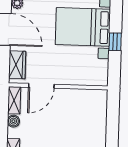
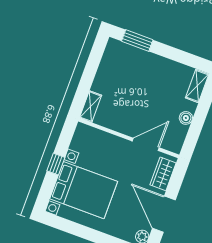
shelving: (14, 100) -> (91, 107), moved

